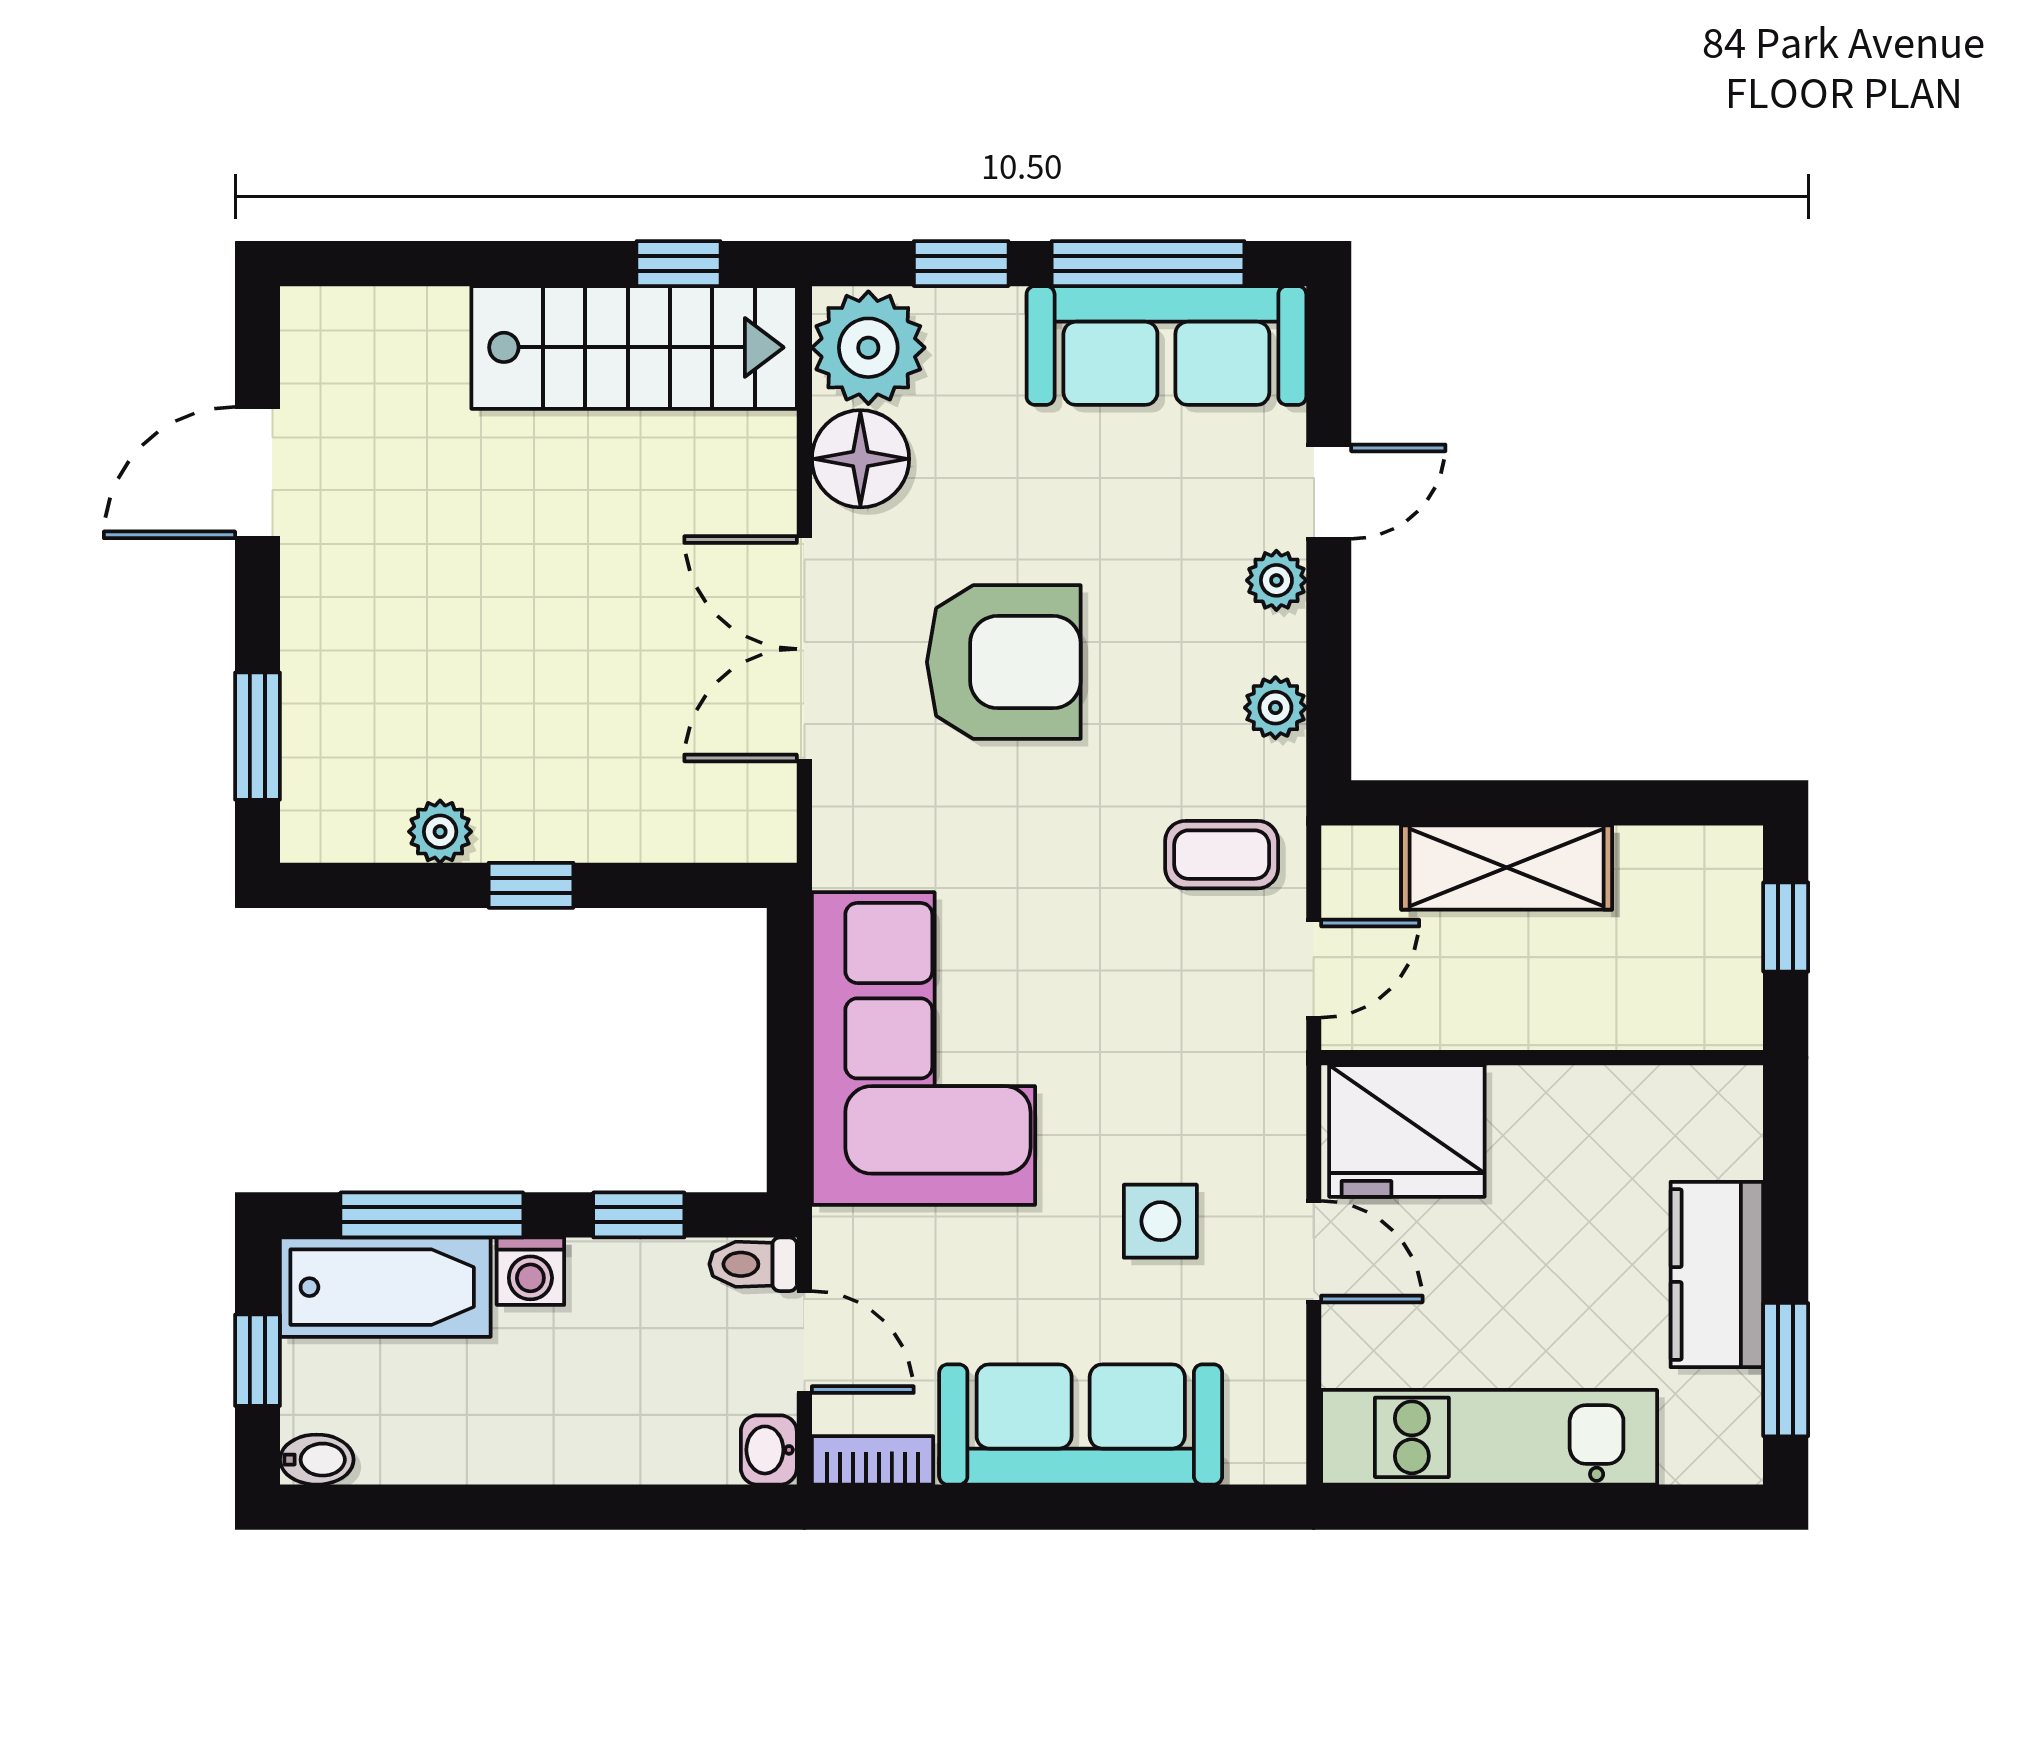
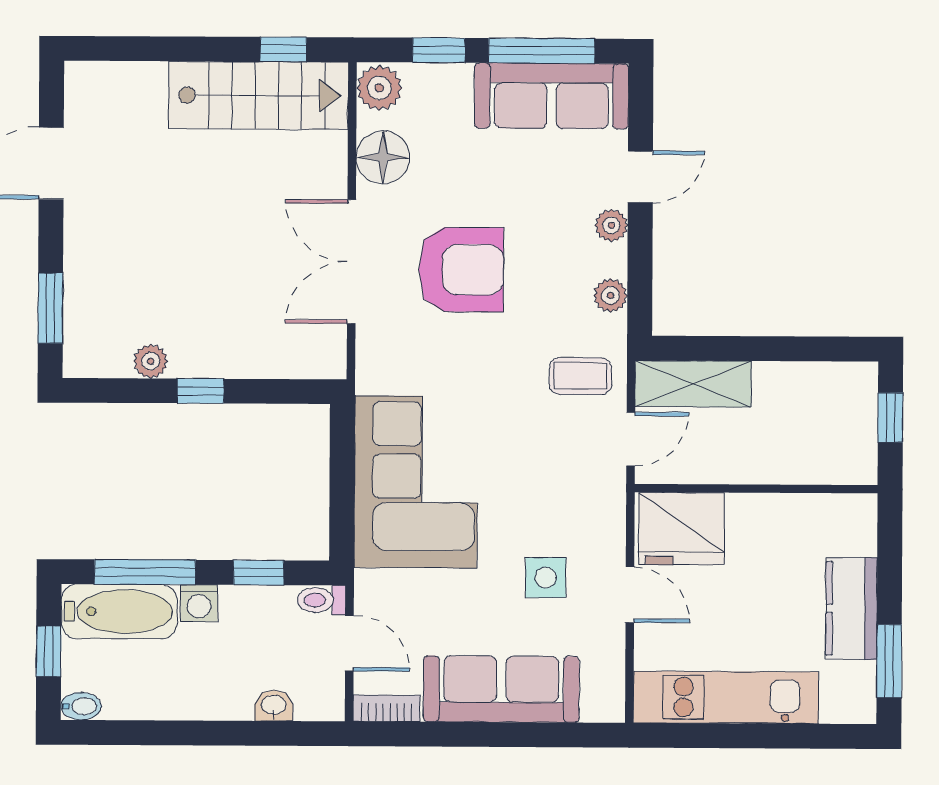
plant: (868, 348) -> (379, 88), width x0.73, depth x0.73
shelving: (1507, 868) -> (693, 384), moved
washbasin: (769, 1450) -> (274, 706), moved, turned 90

